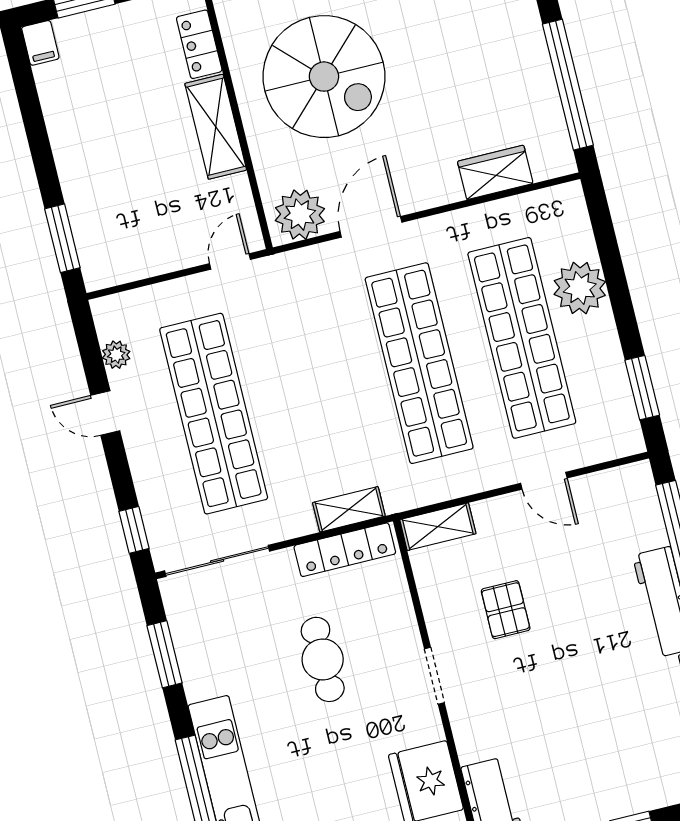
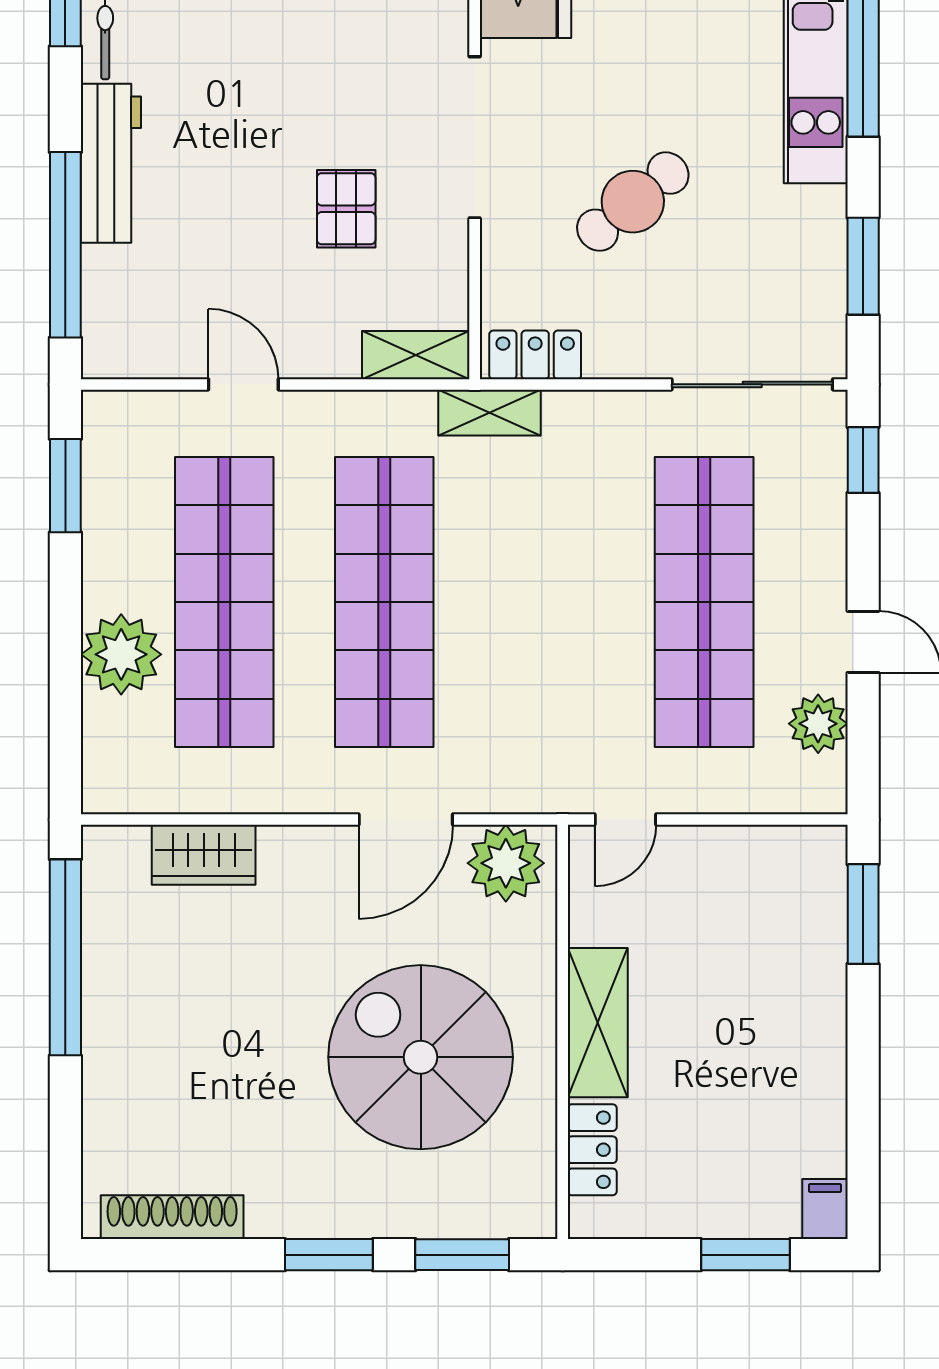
plant: (116, 355) -> (818, 724), width x1.38, depth x1.38
shelving: (349, 509) -> (490, 413), moved
locker: (345, 550) -> (535, 355), width x0.66
cafe table: (323, 659) -> (633, 202), turned 51
doorway: (434, 676) -> (475, 137), width x1.87

